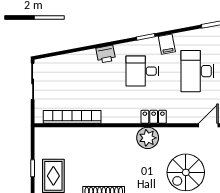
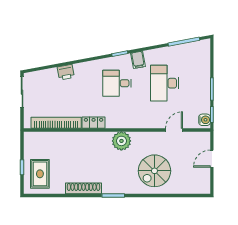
printer: (106, 54) -> (66, 72), moved
locker: (154, 117) -> (94, 123), moved

